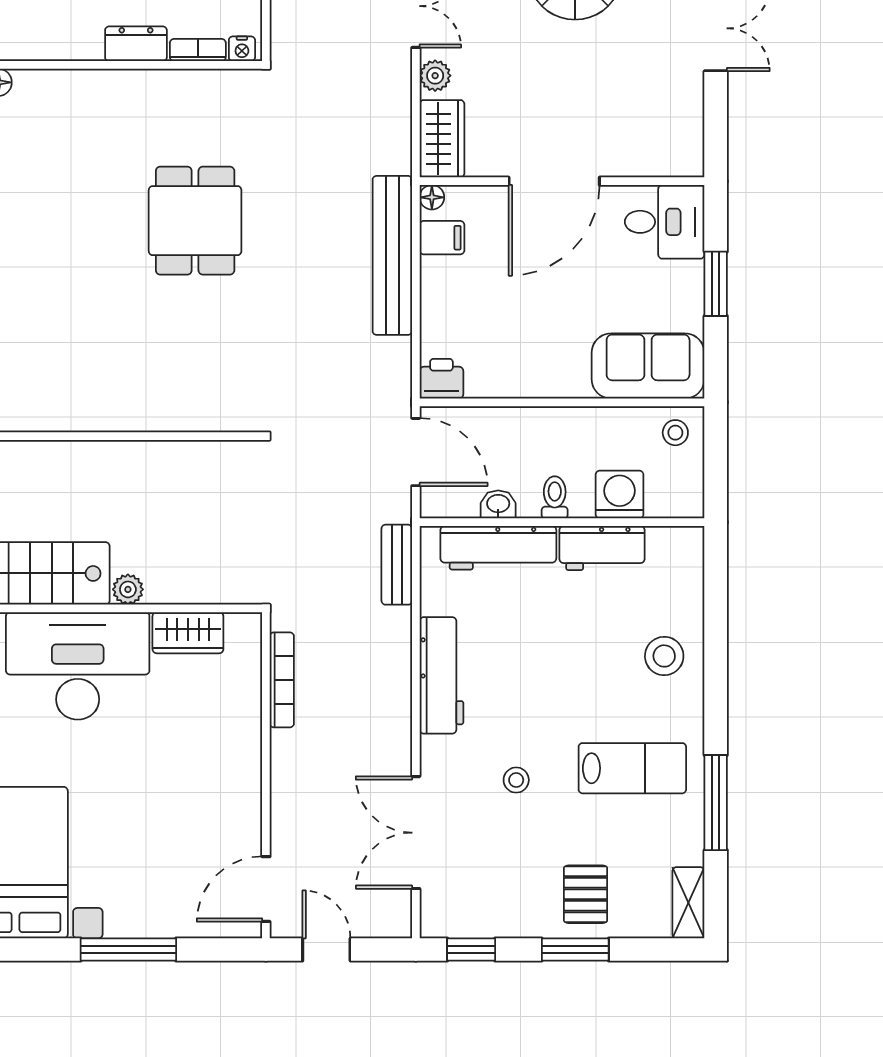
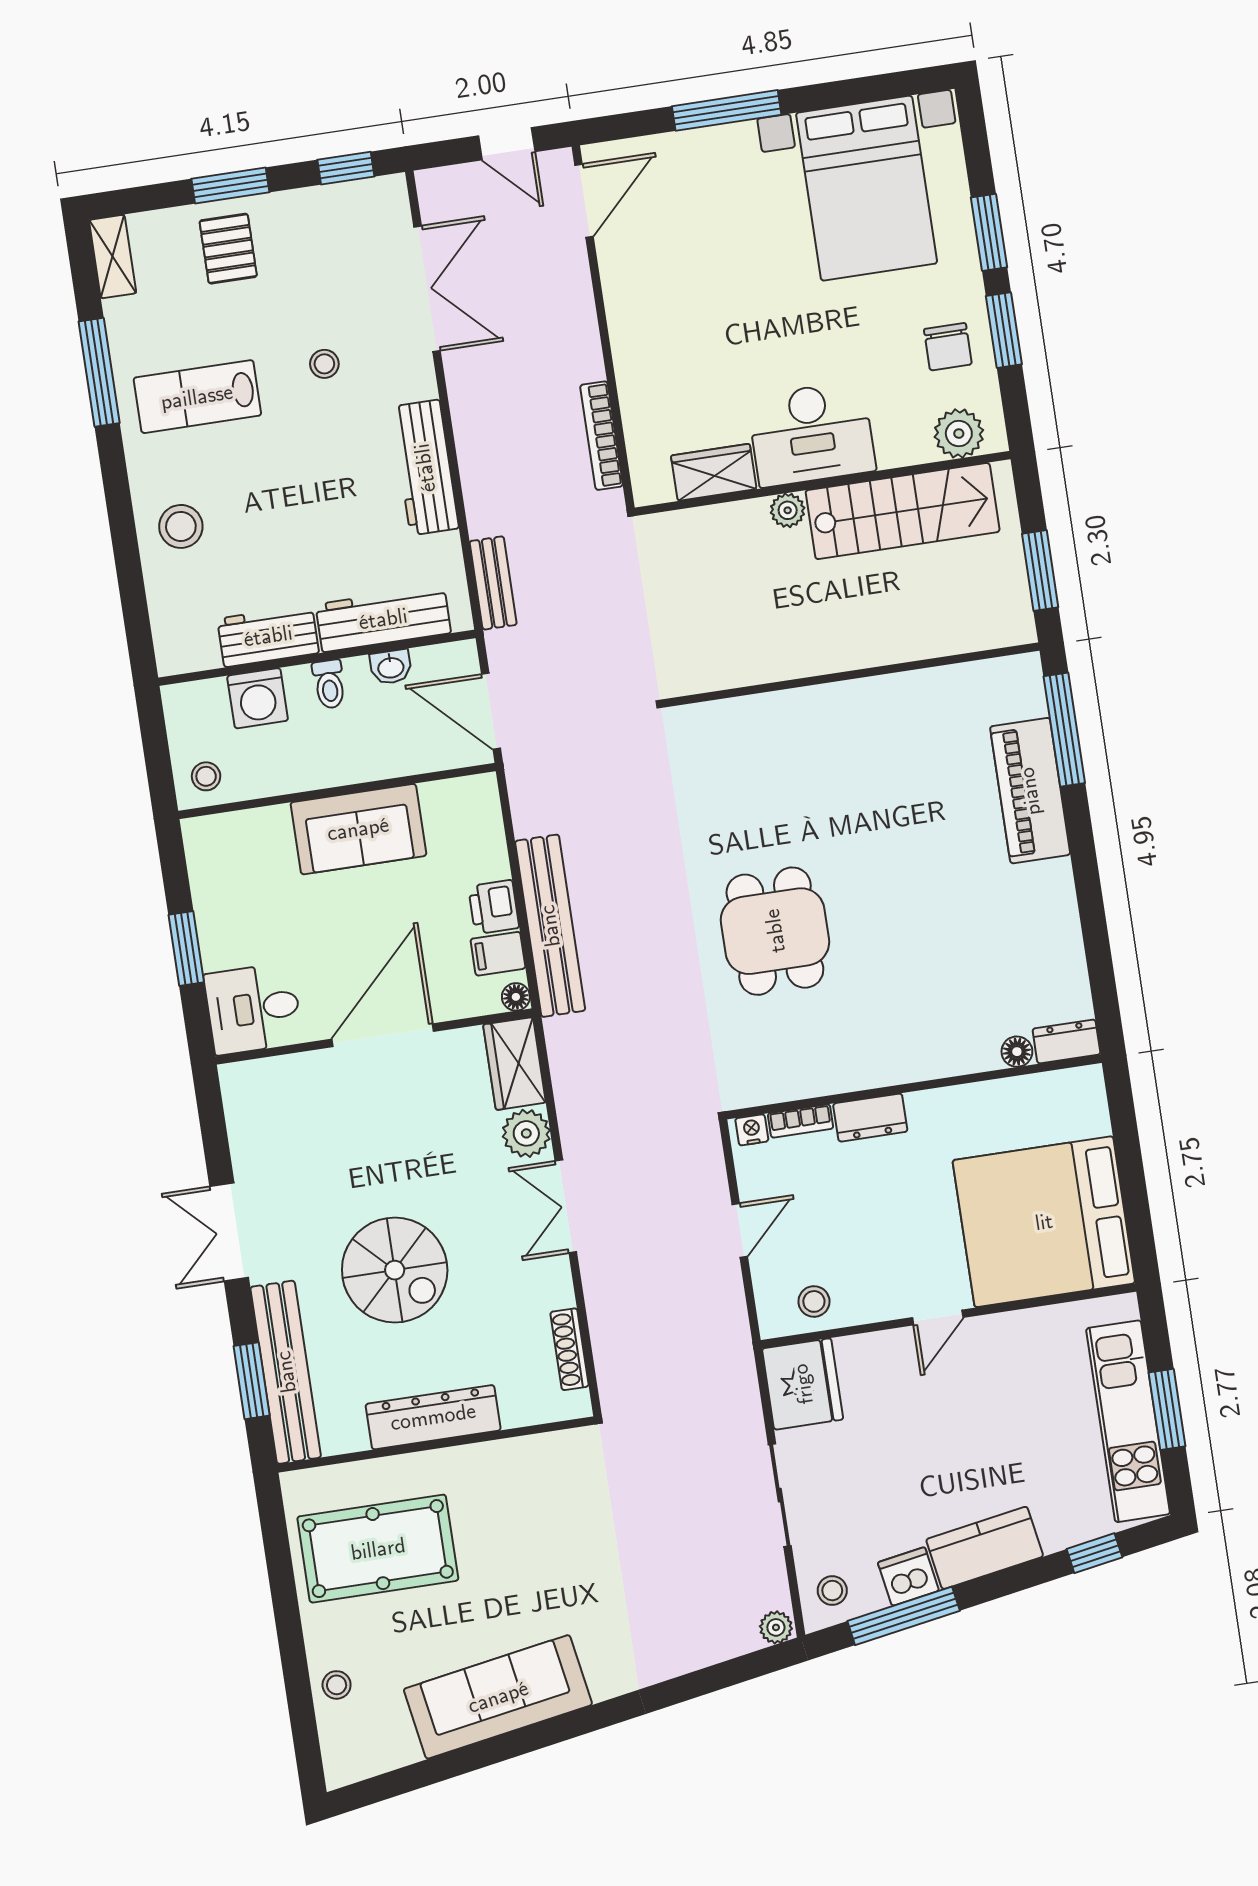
plant: (435, 76) -> (526, 1133), width x1.38, depth x1.38
sofa: (648, 366) -> (358, 829), moved
printer: (441, 379) -> (494, 907), moved, turned 90
desk: (78, 666) -> (811, 434), width x0.73, depth x0.77

